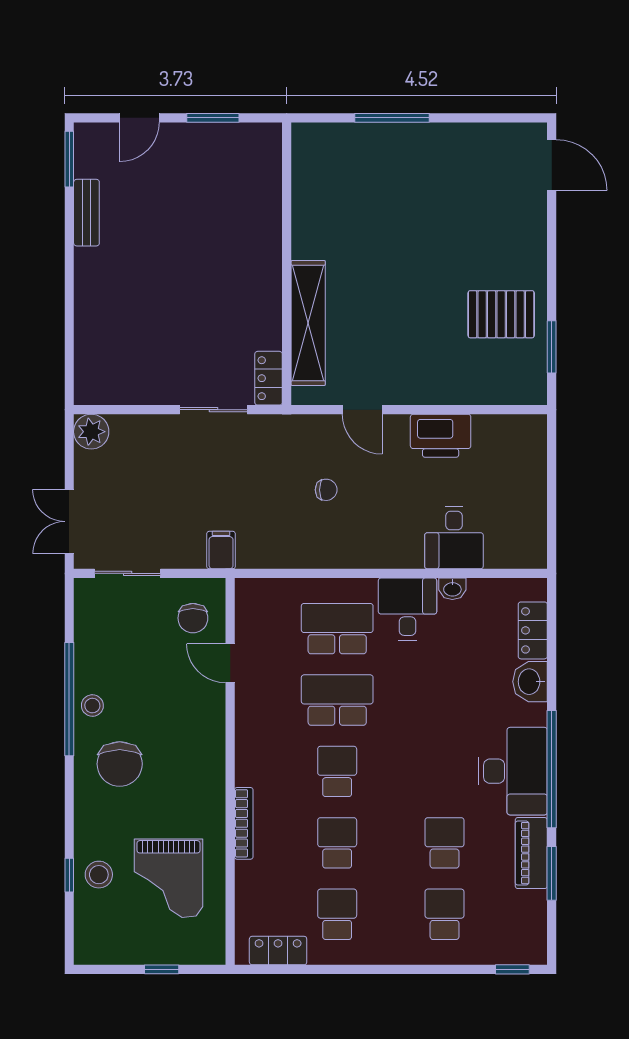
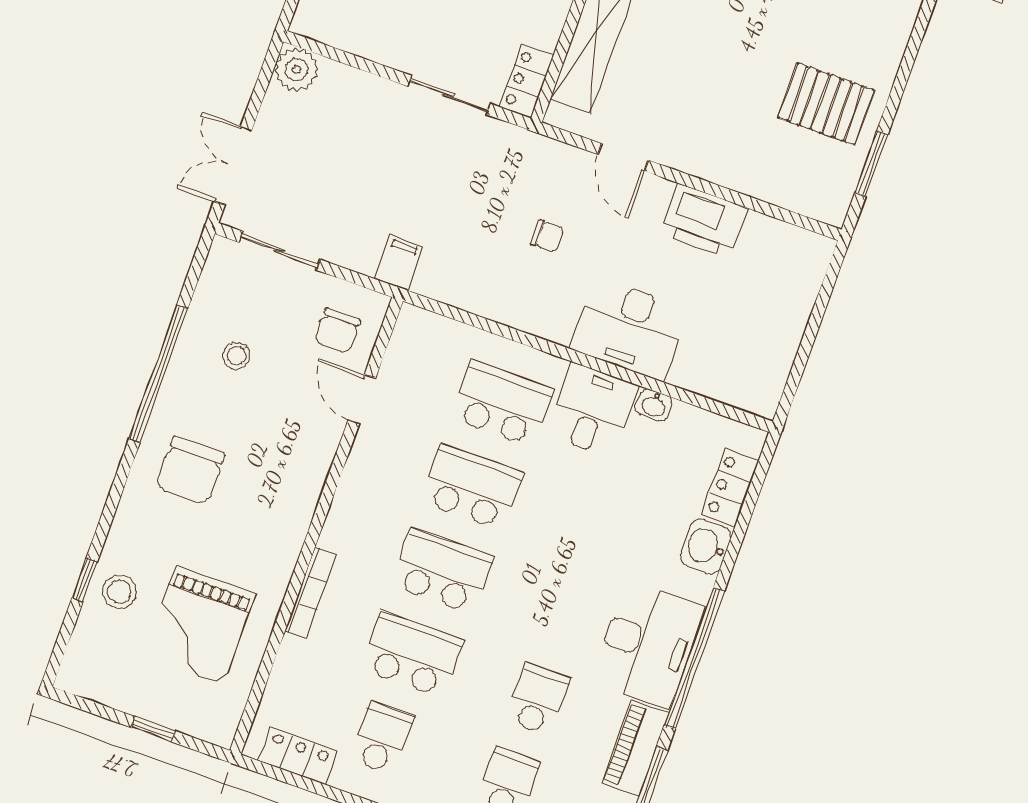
desk: (454, 538) -> (630, 329), moved, width x1.37
stool: (92, 706) -> (236, 356), moved
school desk: (337, 771) -> (442, 571), width x1.85
school desk: (337, 843) -> (412, 654), width x1.85

